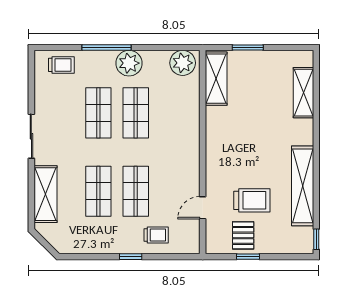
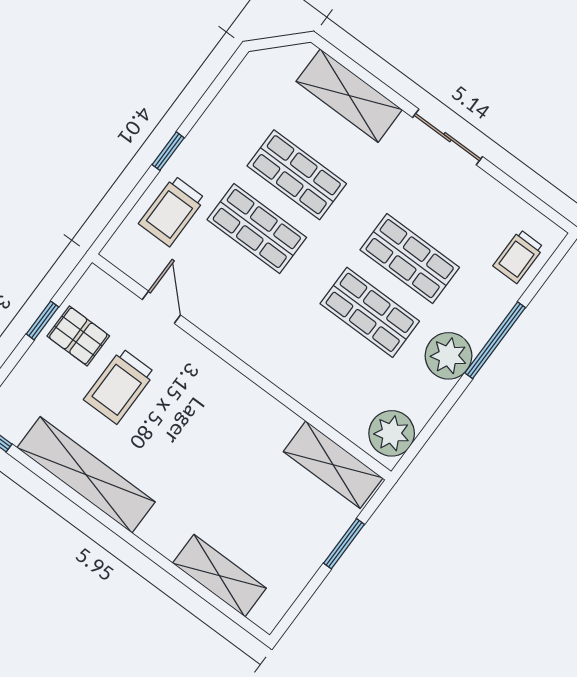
trolley: (156, 235) -> (172, 211), width x1.36, depth x1.39

